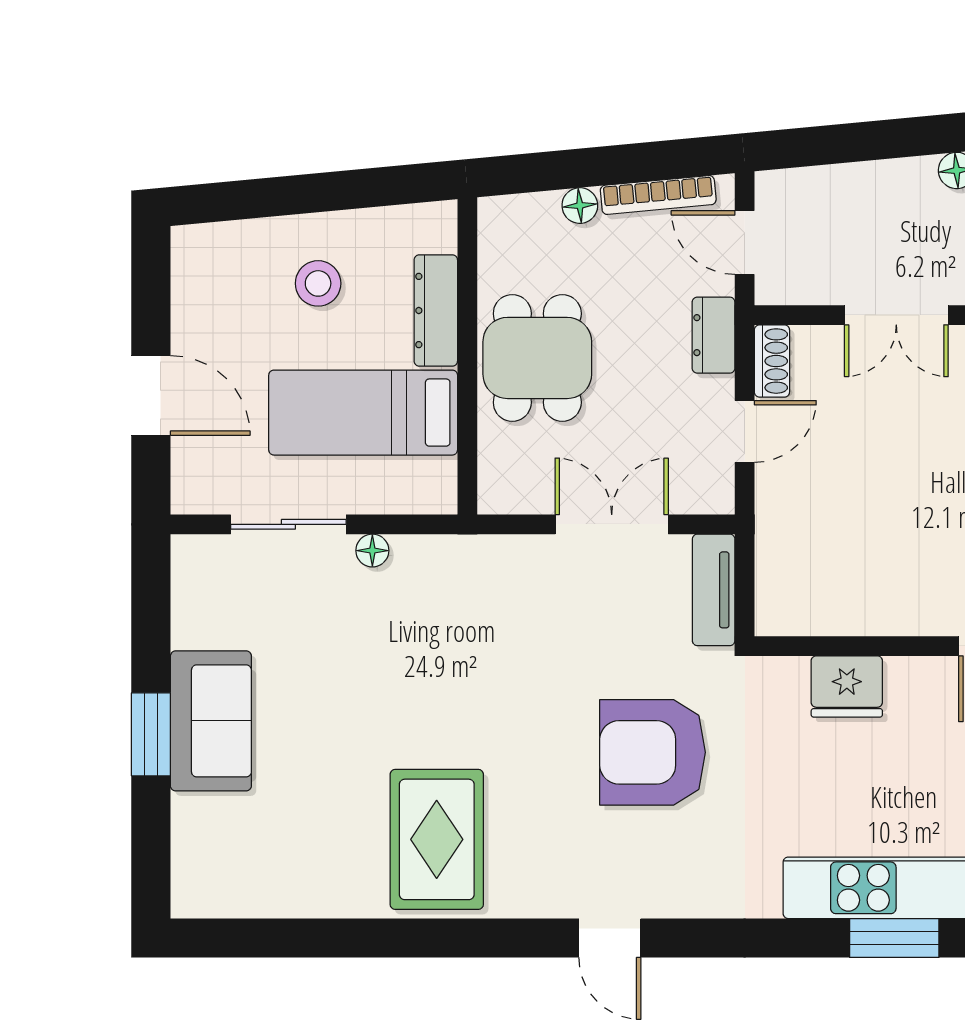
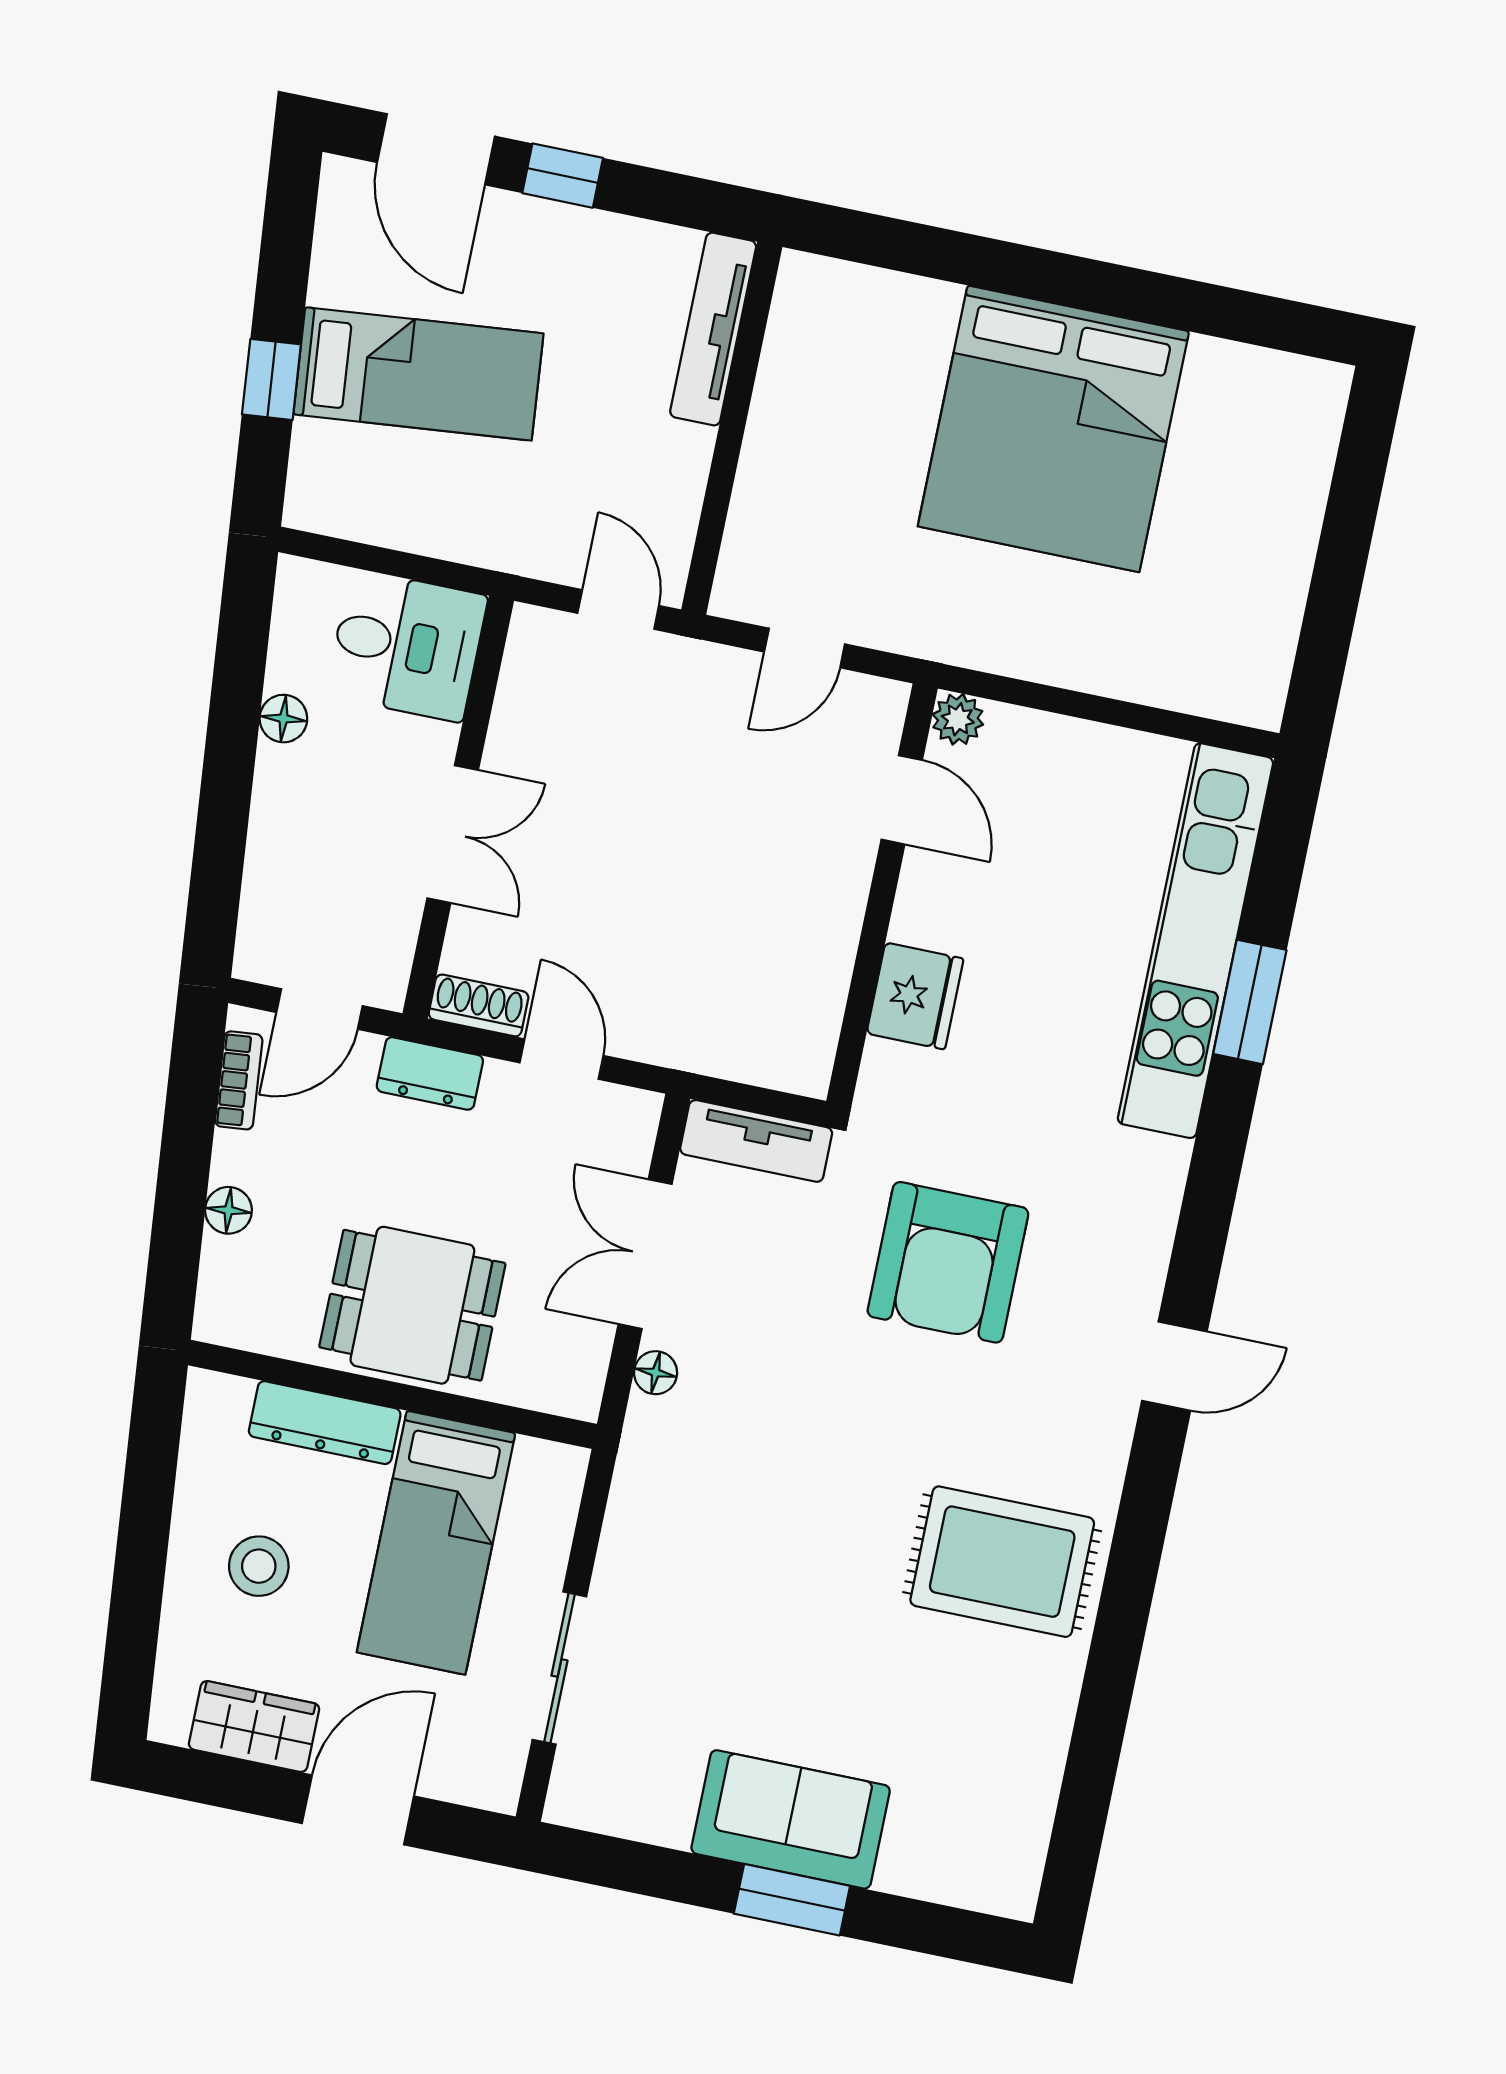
bookcase: (658, 195) -> (239, 1080), width x0.64
wardrobe: (197, 305) -> (254, 1727), added
floor lamp: (372, 551) -> (656, 1373), moved

